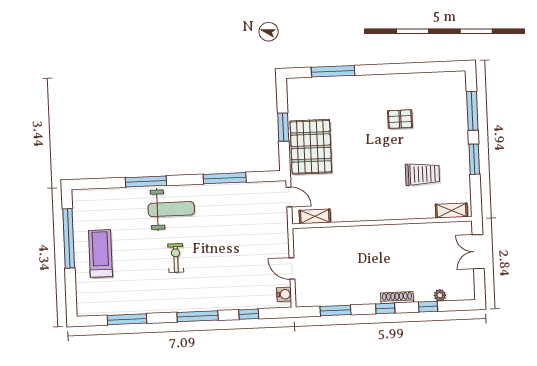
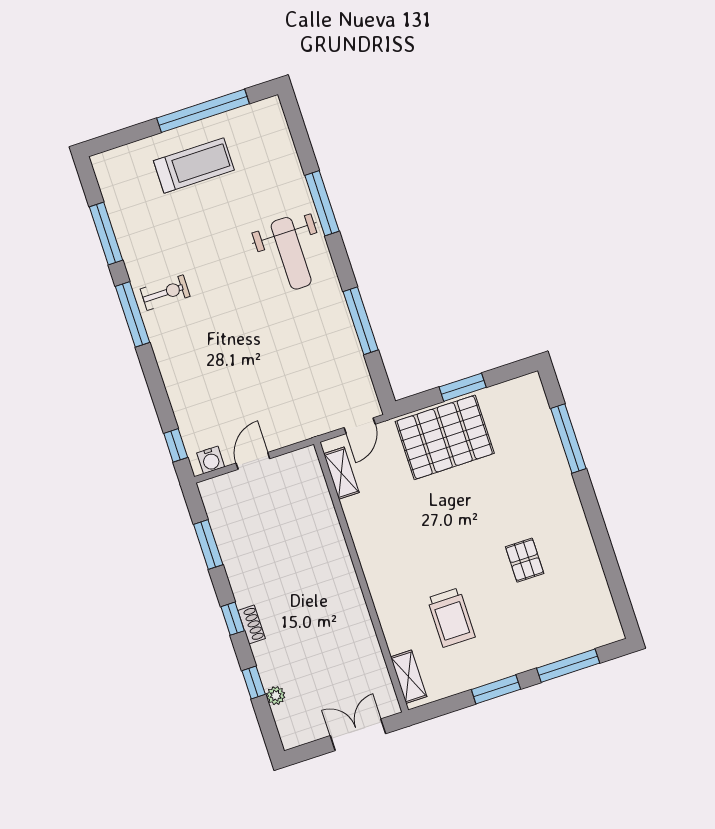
exercise bike: (176, 258) -> (165, 293), moved
shoe rack: (397, 298) -> (252, 625), width x0.70
window: (249, 314) -> (176, 445), moved
window: (198, 316) -> (133, 314), moved

